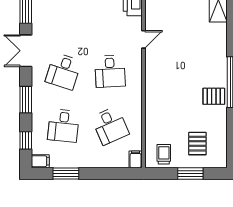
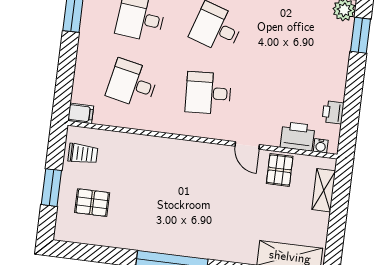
pallet: (214, 96) -> (280, 170), moved
desk: (110, 126) -> (132, 84), turned 36

